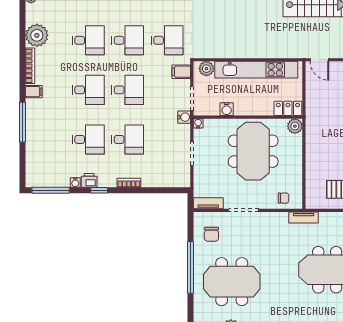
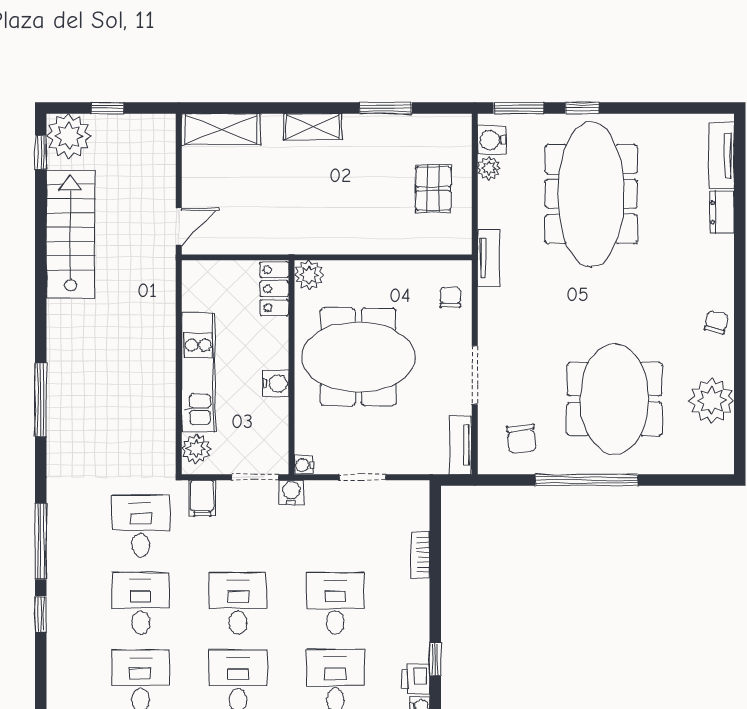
kitchen unit: (256, 70) -> (198, 372), width x0.73
water cooler: (227, 109) -> (276, 383), moved
bookcase: (129, 183) -> (420, 555), moved
chair: (211, 234) -> (522, 439), turned 84

